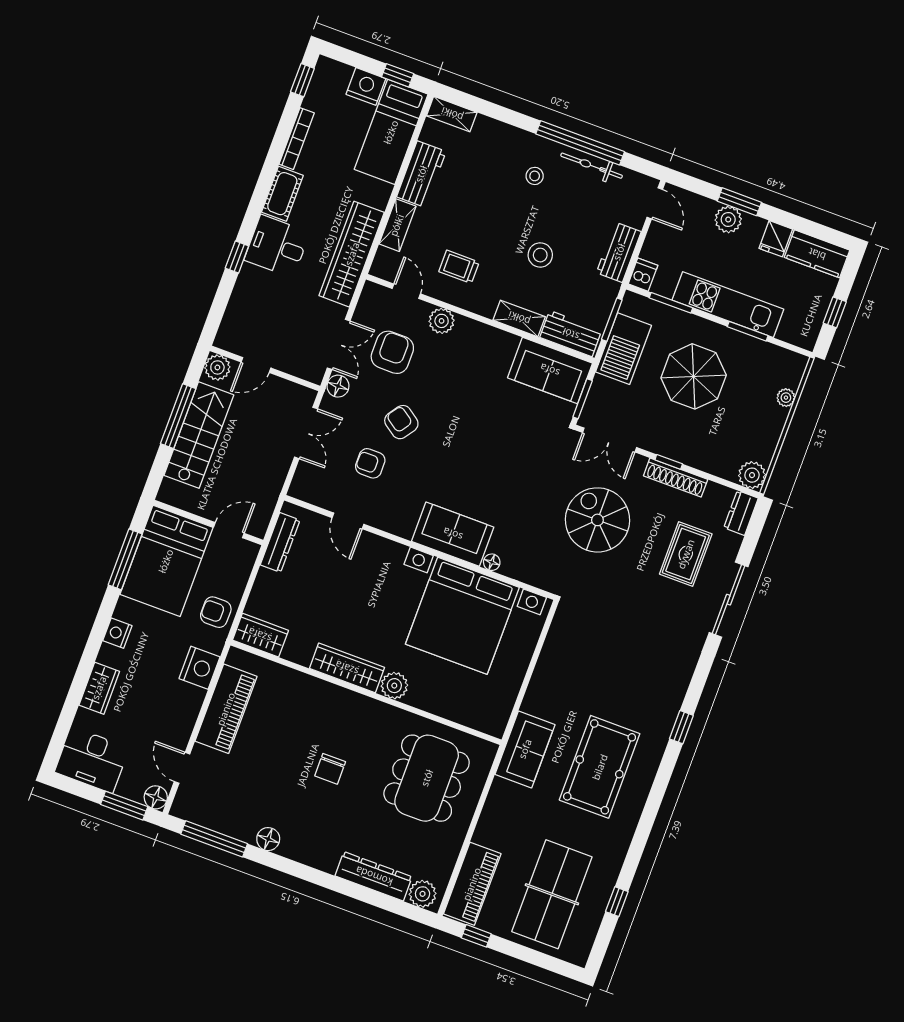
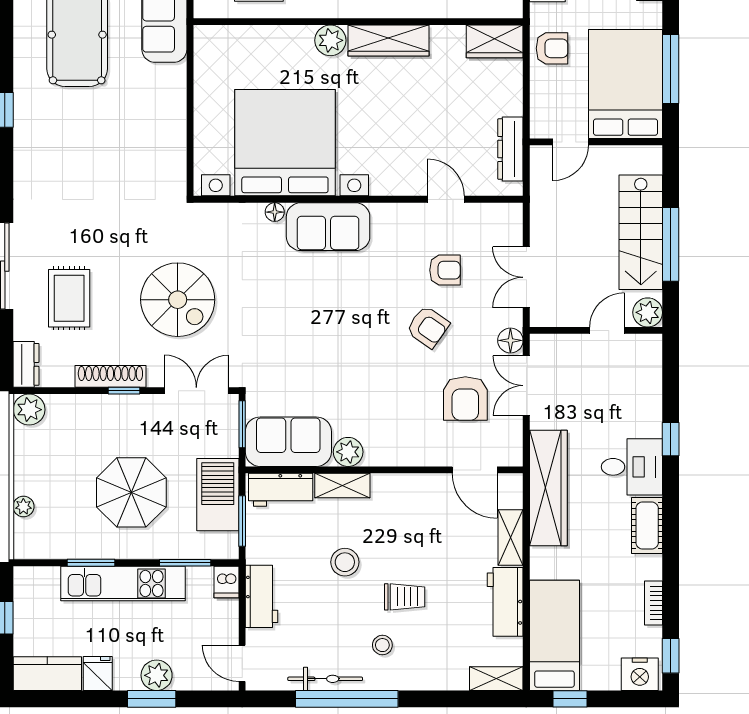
nightstand: (366, 86) -> (640, 674), moved
bookcase: (297, 139) -> (653, 603), width x0.64
trolley: (459, 267) -> (405, 597), moved
door: (406, 291) -> (475, 470), width x1.38
plant: (442, 321) -> (348, 452), moved

